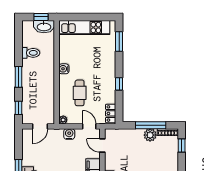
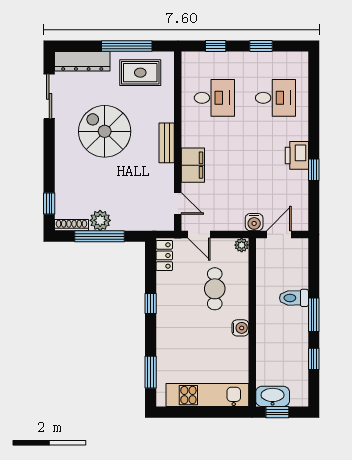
toilet: (31, 53) -> (294, 298), moved
window: (19, 108) -> (314, 359), moved
water cooler: (69, 134) -> (254, 222), moved

